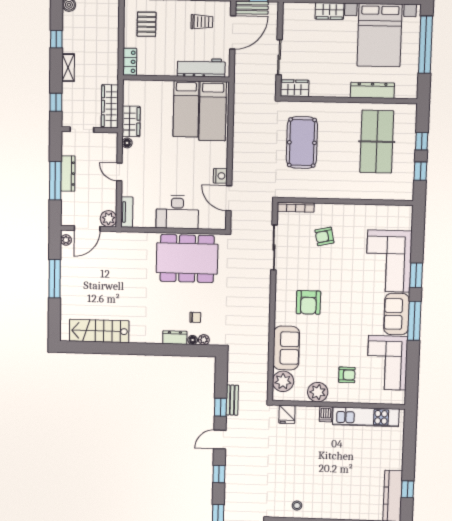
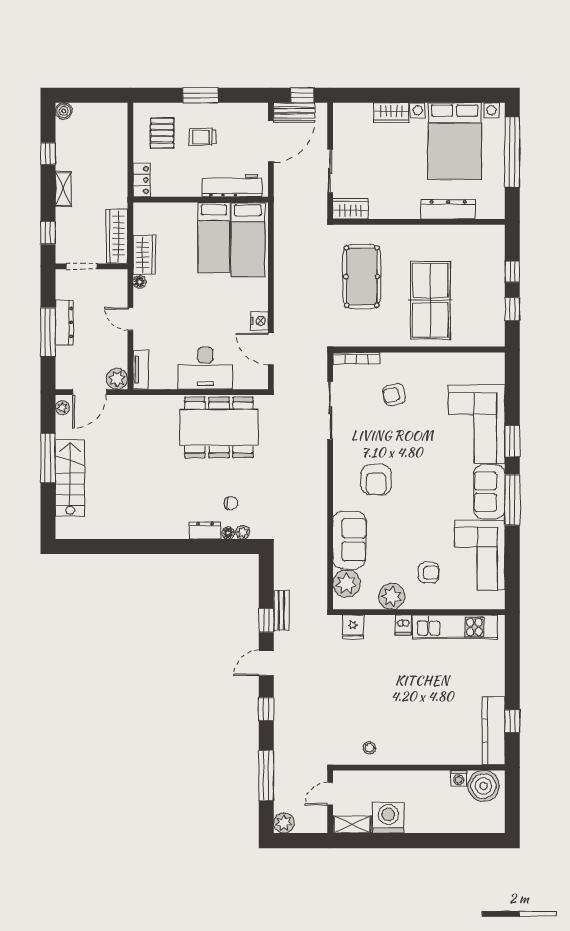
trolley: (202, 22) -> (203, 137), moved, turned 180
table tennis table: (377, 142) -> (430, 300), moved
stairs: (99, 331) -> (70, 478), moved, turned 90

